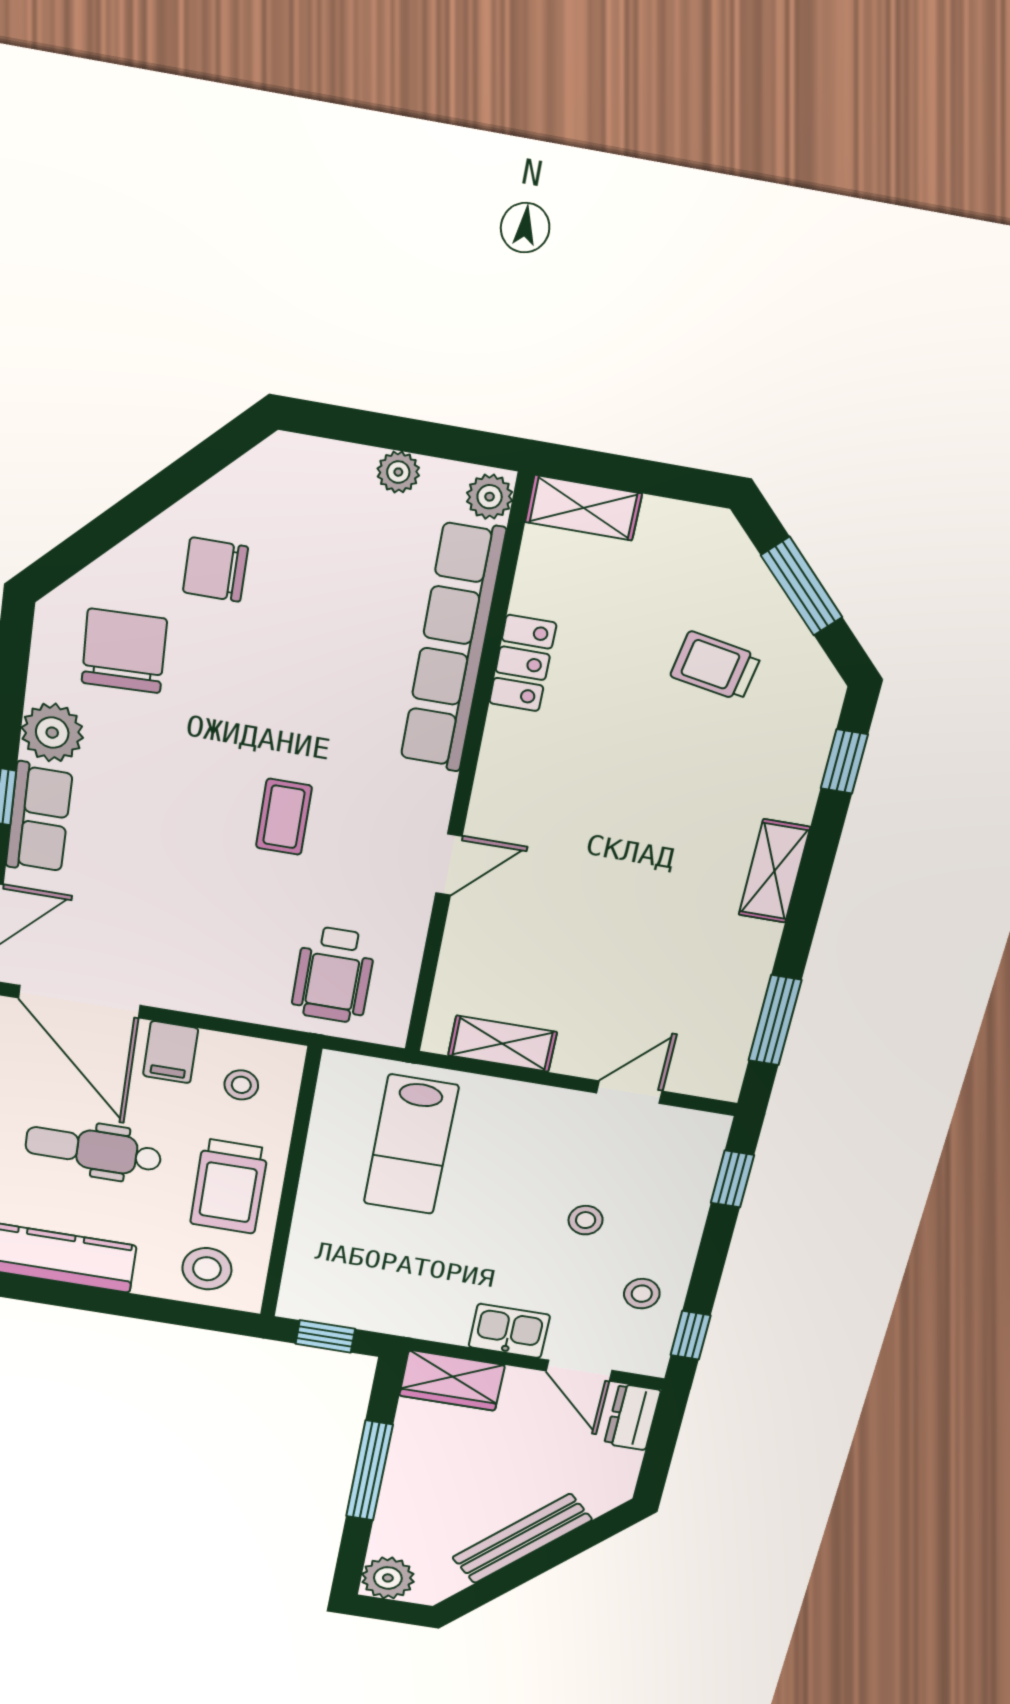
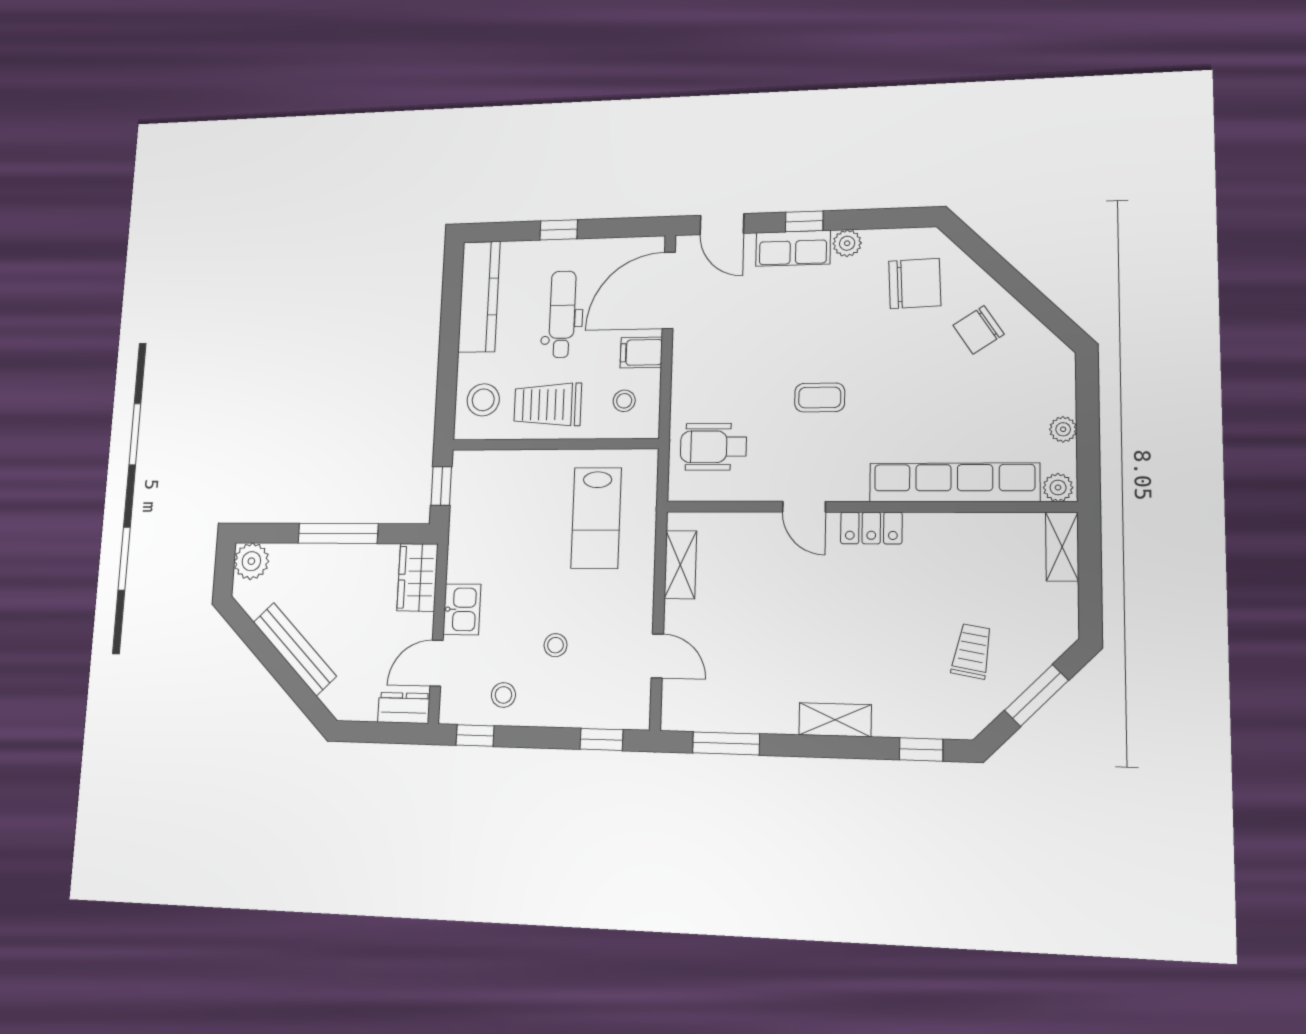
chair: (215, 570) -> (978, 330), turned -123
locker: (523, 663) -> (871, 528), moved
plant: (52, 733) -> (847, 243), width x0.73, depth x0.73
lab bench: (411, 1145) -> (596, 518), turned -90

